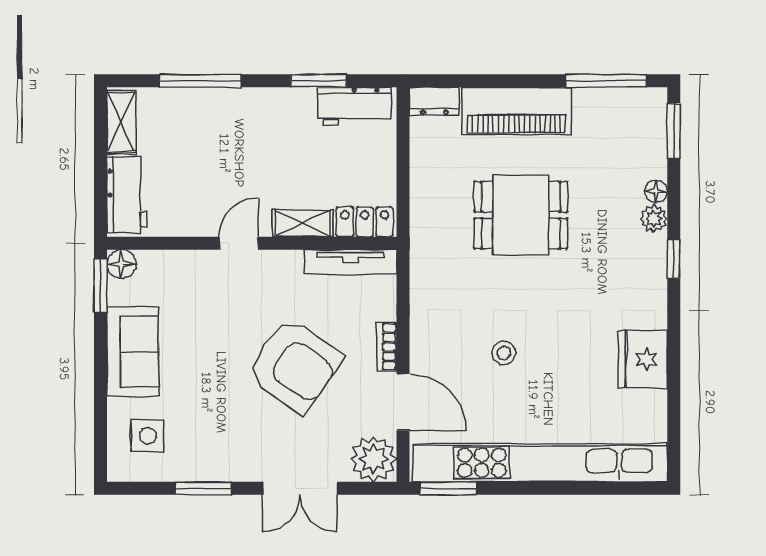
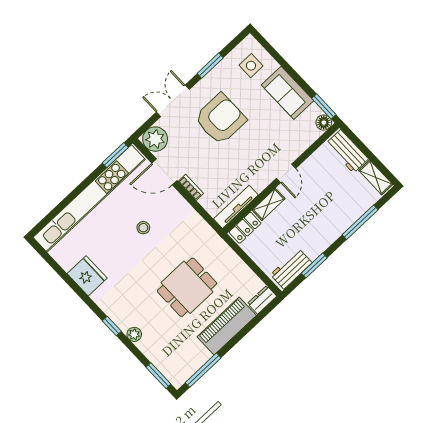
floor lamp: (656, 191) -> (143, 346), removed
armchair: (294, 365) -> (220, 119), moved, turned 145

